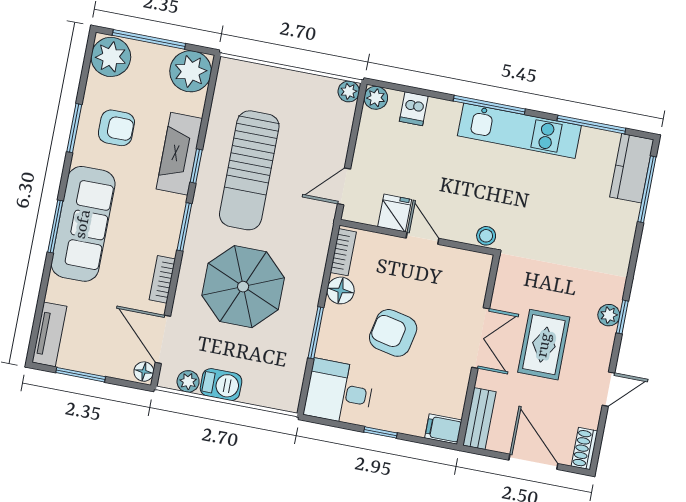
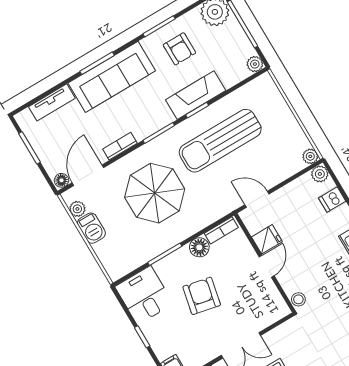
plant: (191, 71) -> (255, 64), width x0.53, depth x0.53
tv unit: (49, 334) -> (52, 102), moved

